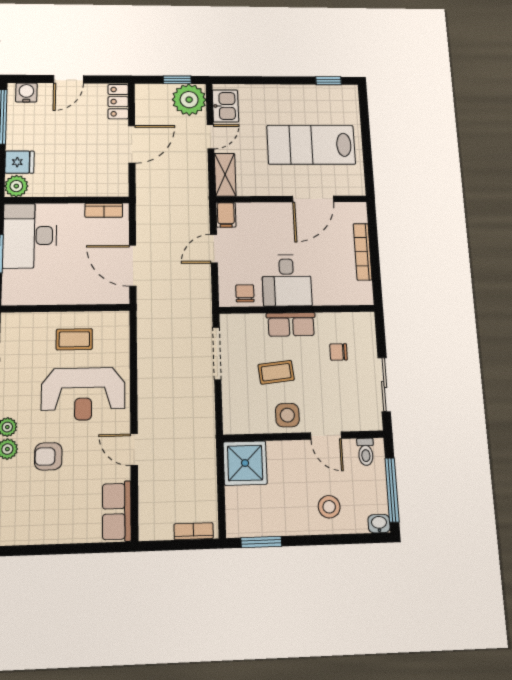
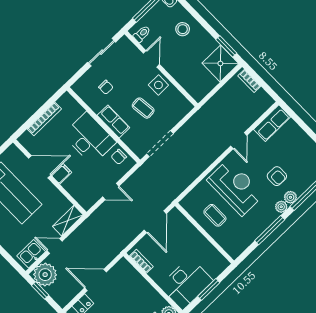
filing cabinet: (226, 215) -> (61, 174), moved
desk: (287, 280) -> (89, 138), width x1.37
shower: (245, 463) -> (220, 63), moved

